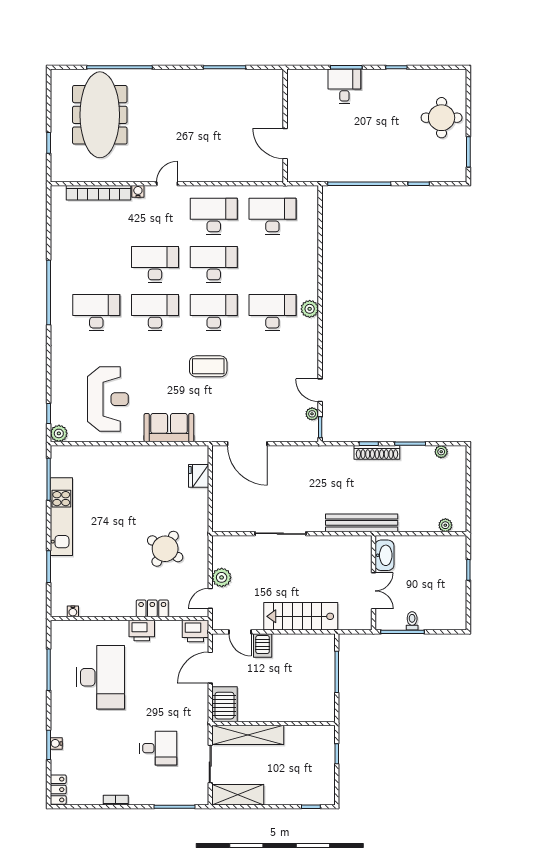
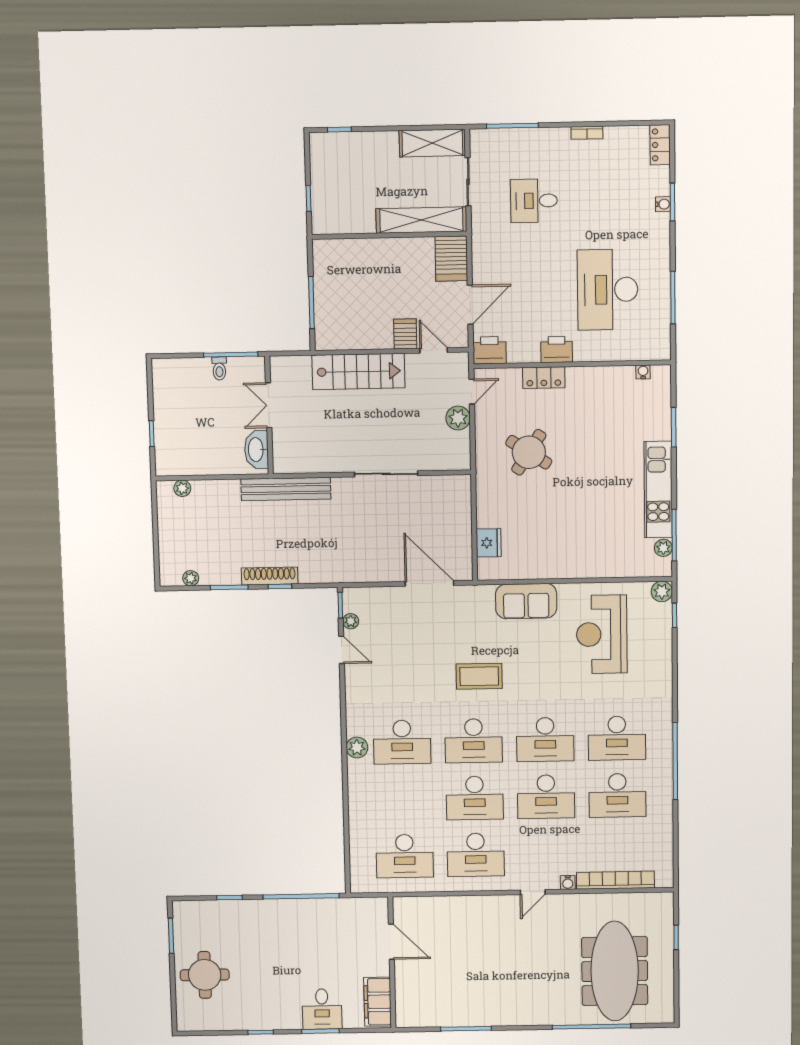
filing cabinet: (298, 92) -> (378, 1002), added
desk: (96, 265) -> (617, 795), added
plant: (57, 469) -> (663, 548), added

